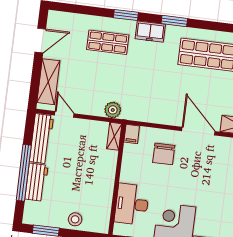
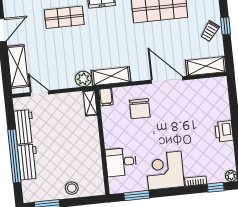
shelving: (142, 114) -> (111, 76), added
workbench: (42, 139) -> (24, 127), width x0.73
desk: (132, 204) -> (121, 162), width x0.73

